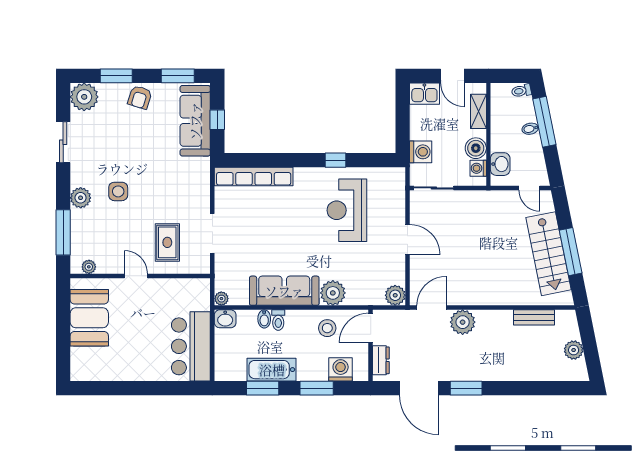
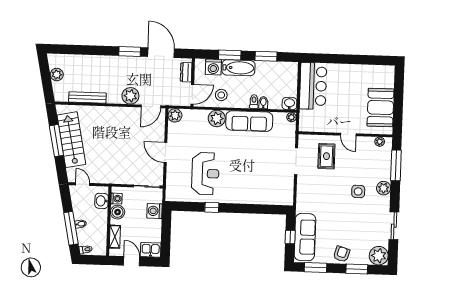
row of seats: (254, 177) -> (267, 198), removed
bench: (534, 317) -> (87, 97), width x1.36
bathtub: (272, 370) -> (238, 68), moved

